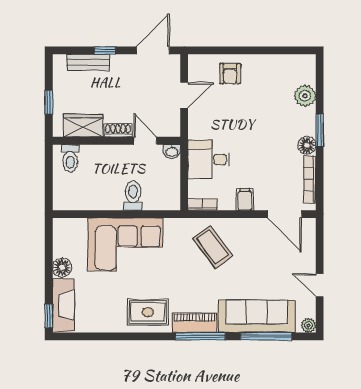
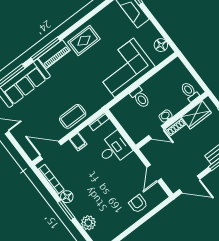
door: (153, 50) -> (190, 184), hinge flipped
washbasin: (172, 151) -> (166, 116), moved
coffee table: (213, 247) -> (73, 116), moved, turned -53
floor lamp: (62, 267) -> (161, 45), moved

